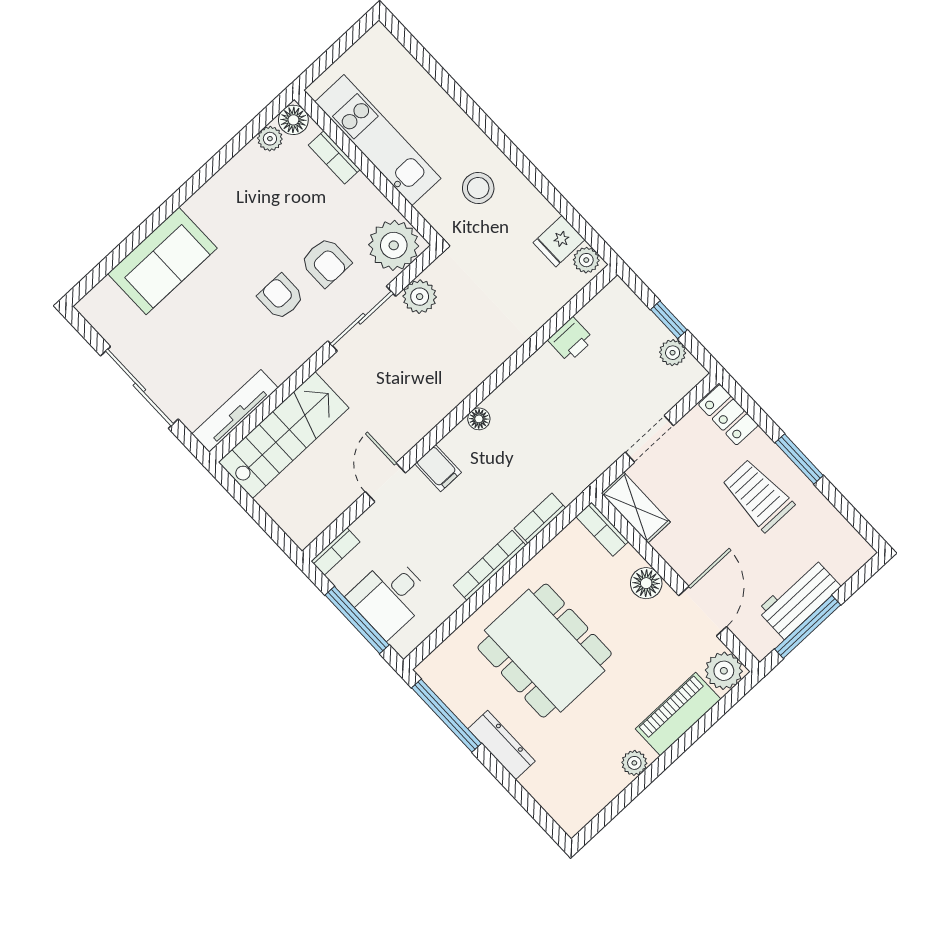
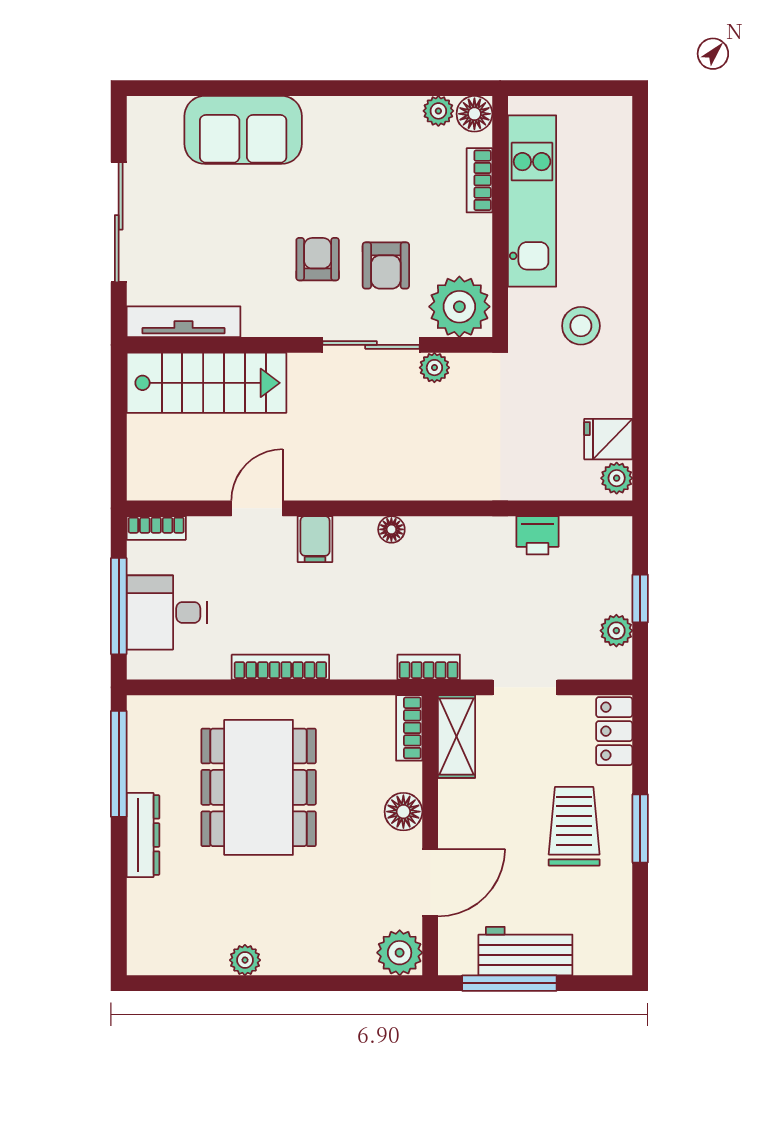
plant: (420, 297) -> (434, 368), width x0.73, depth x0.73
bookcase: (540, 518) -> (429, 667), moved
piano: (678, 714) -> (324, 953), removed

